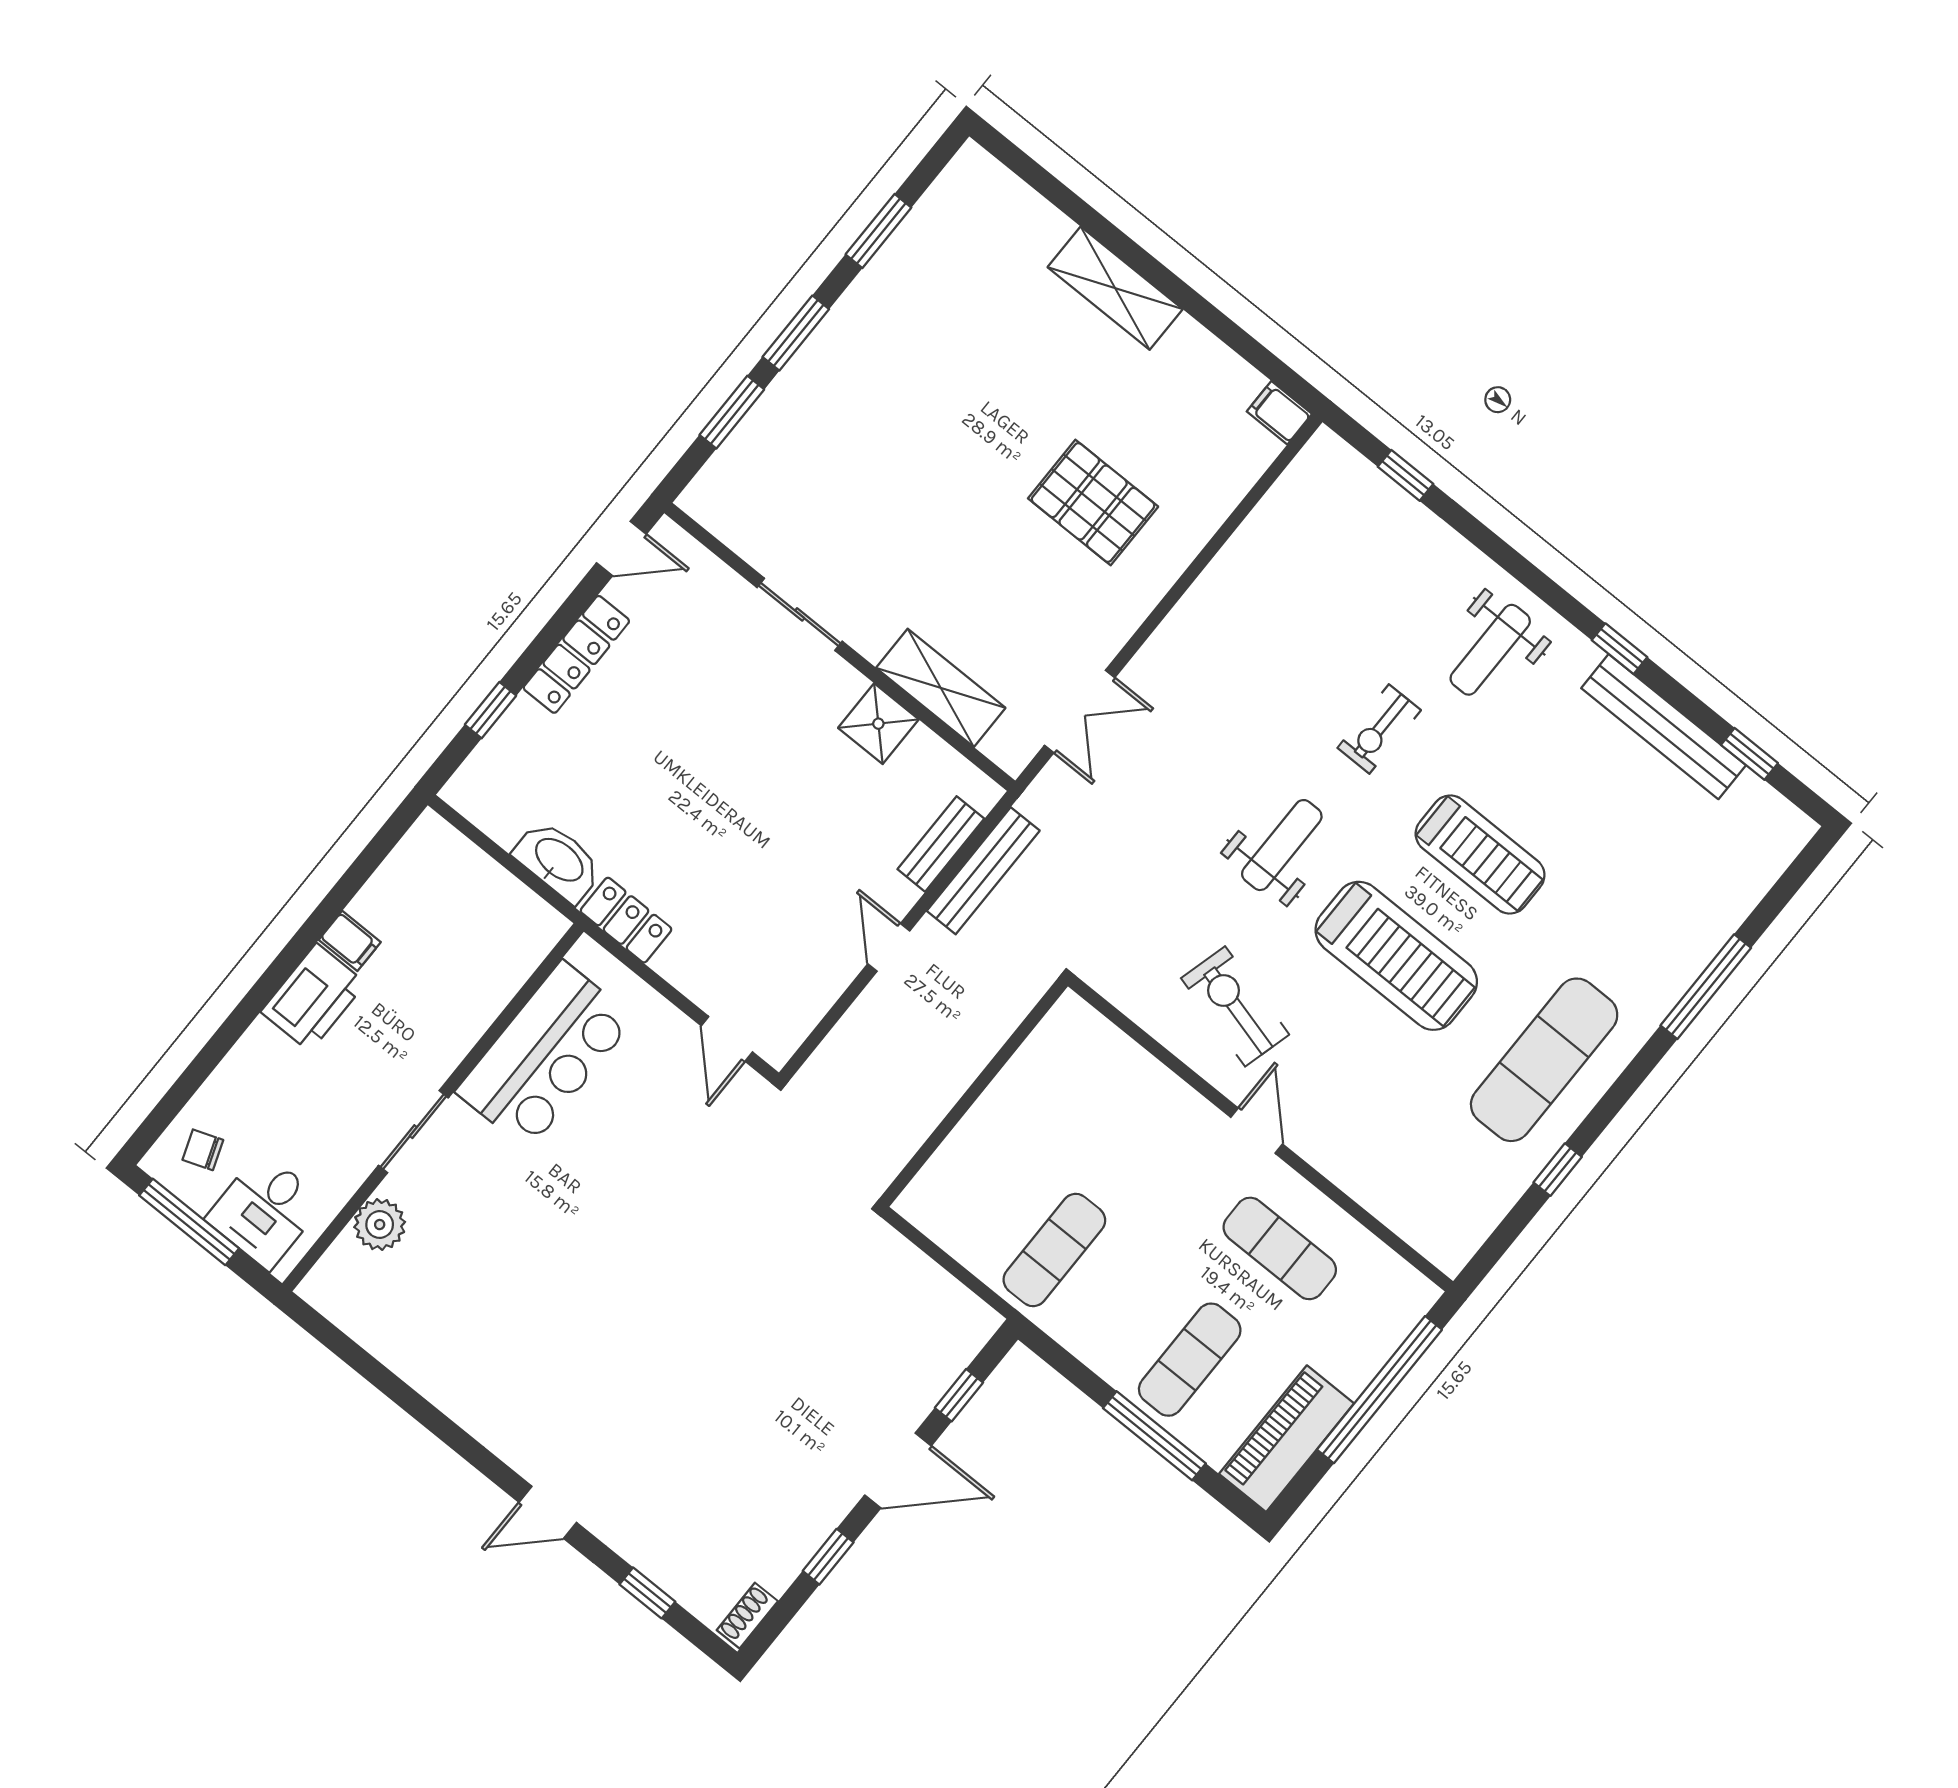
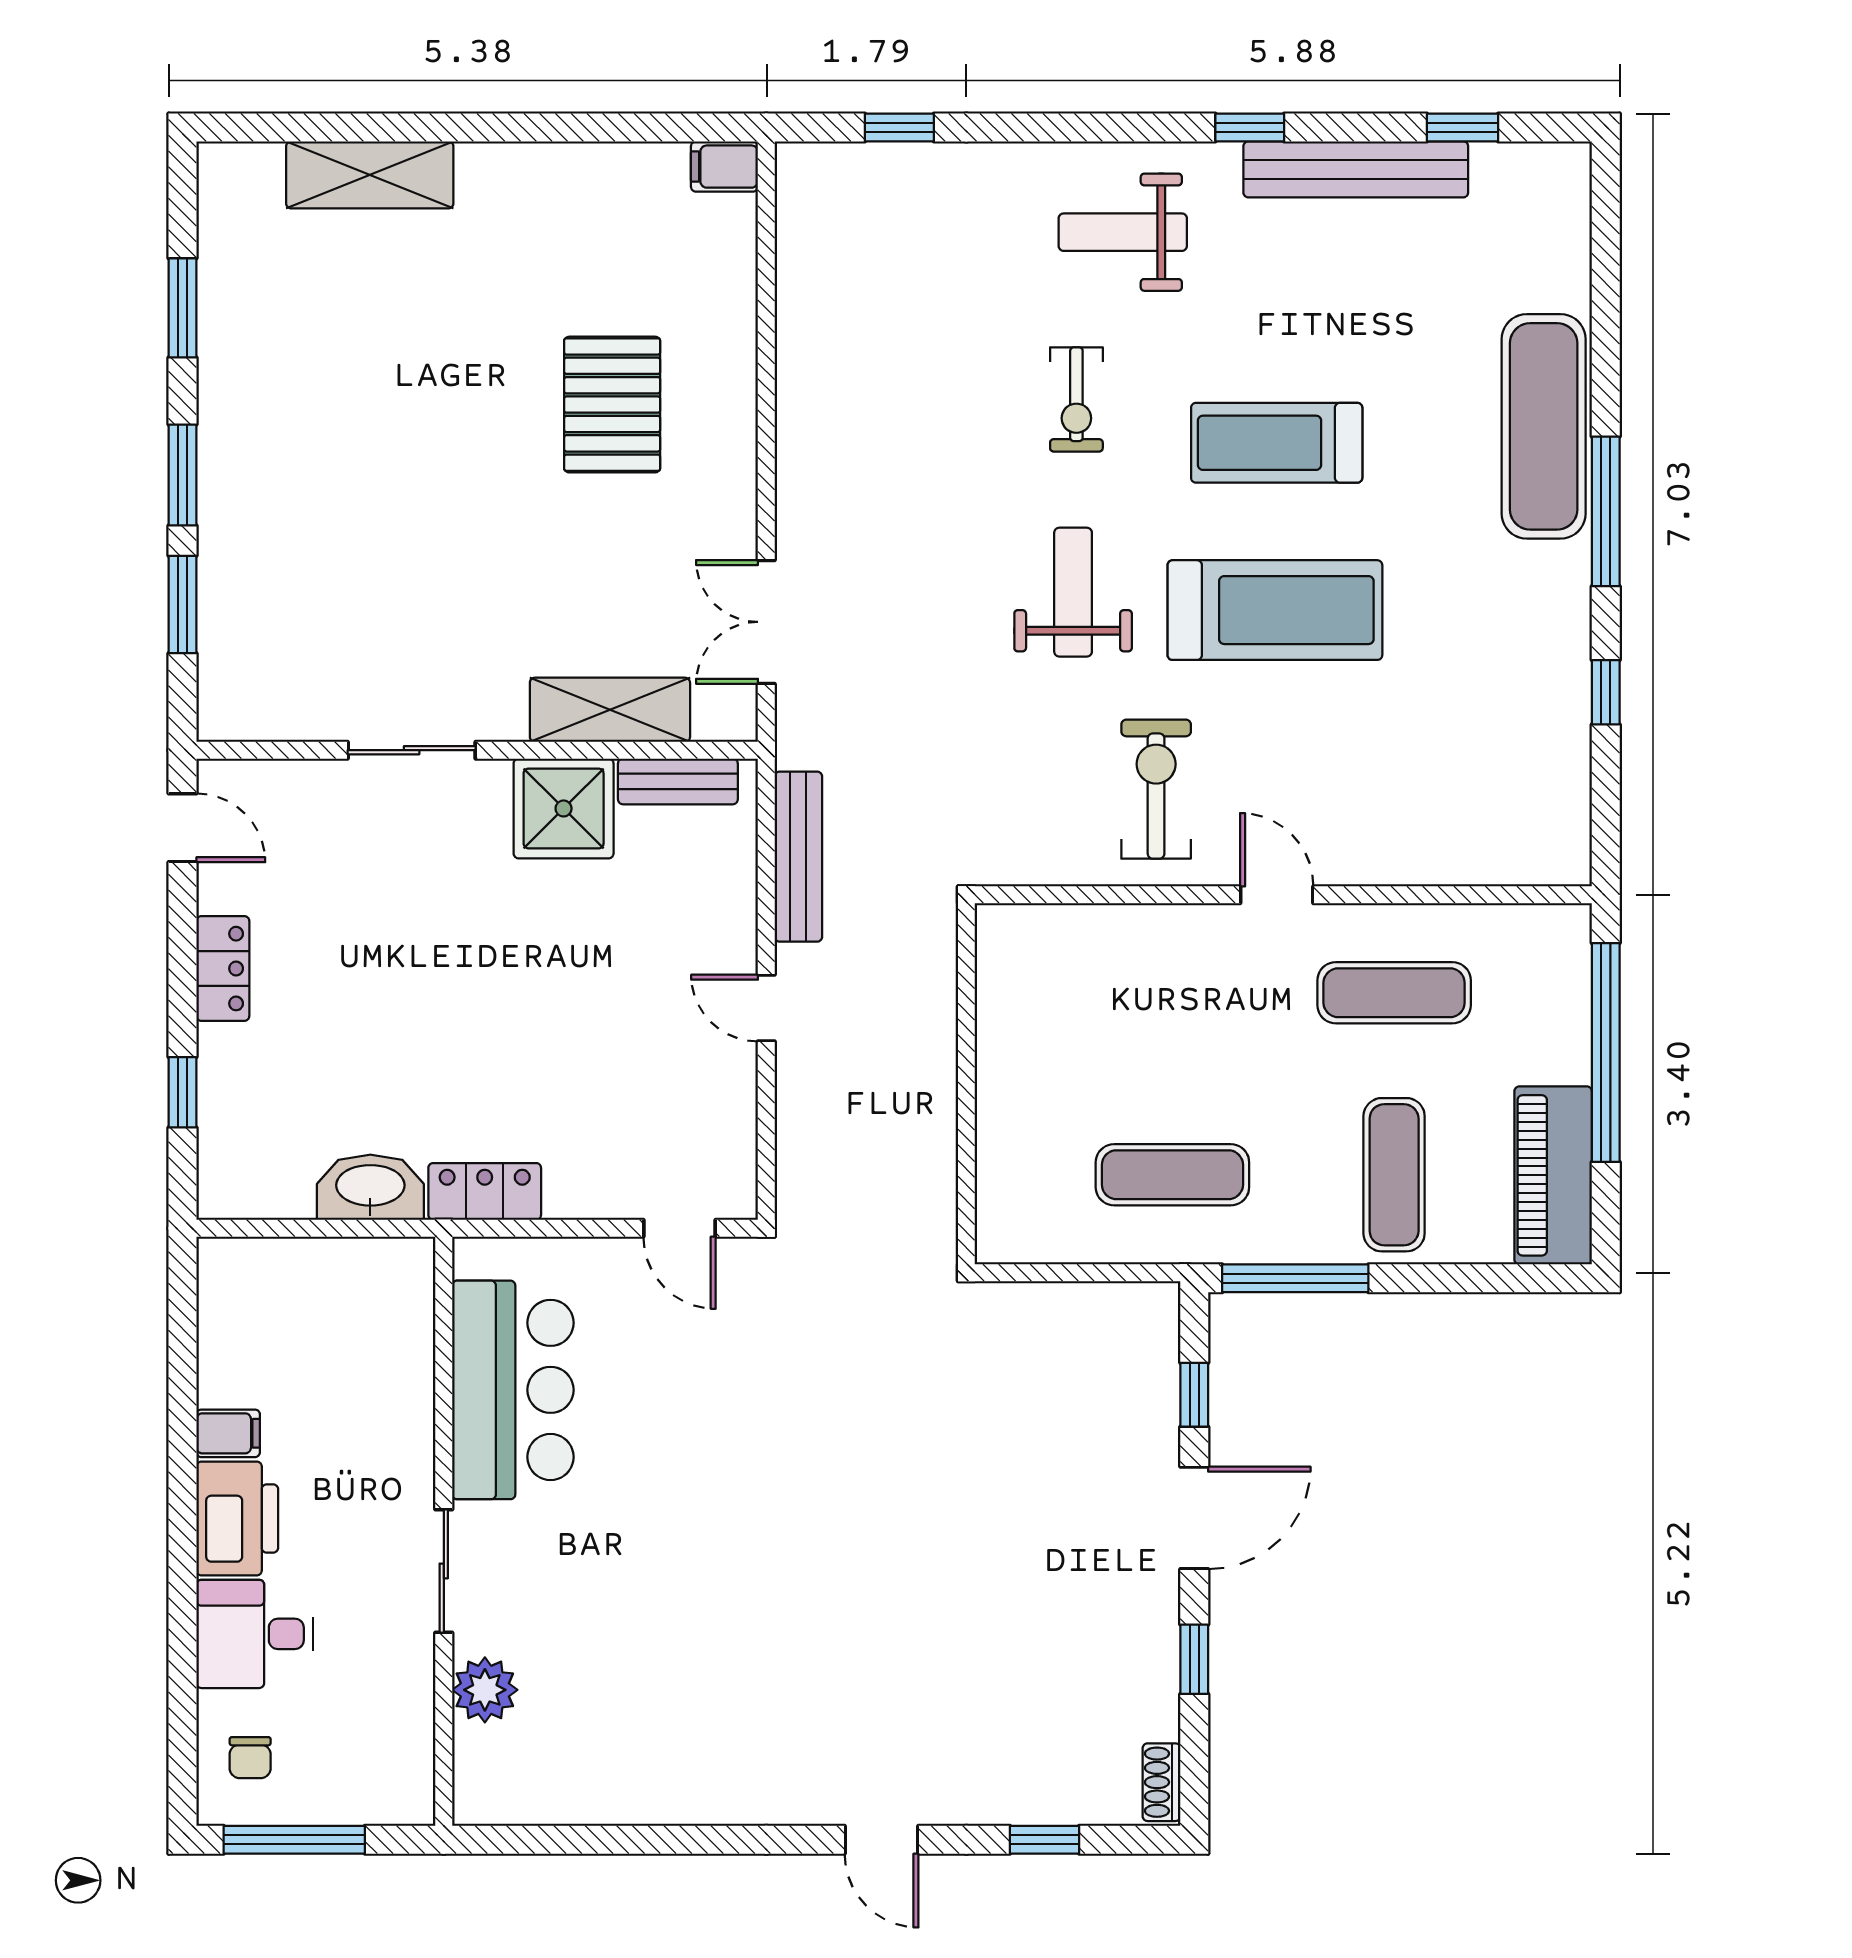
shelving: (1115, 288) -> (370, 175), moved
pallet: (1093, 503) -> (612, 405), turned 90
door: (621, 549) -> (183, 828), hinge flipped
weight bench: (1490, 650) -> (1123, 232), turned 90
locker: (576, 654) -> (223, 969), width x0.66
double door: (1080, 711) -> (766, 622), swing flipped
shower: (878, 724) -> (564, 808), width x1.36, depth x1.36
bench: (941, 844) -> (678, 781), moved, turned 90
treadmill: (1480, 855) -> (1277, 443), turned 180
window: (1706, 987) -> (1606, 511), moved
exercise bike: (1235, 1006) -> (1156, 789), turned 75
exercise mat: (1544, 1060) -> (1544, 426), moved
chair: (203, 1150) -> (250, 1758), turned -70
desk: (265, 1210) -> (255, 1634), moved, turned 90
exercise mat: (1054, 1250) -> (1172, 1175), turned 90
window: (1154, 1436) -> (1295, 1278), moved
door: (548, 1512) -> (882, 1840), hinge flipped

